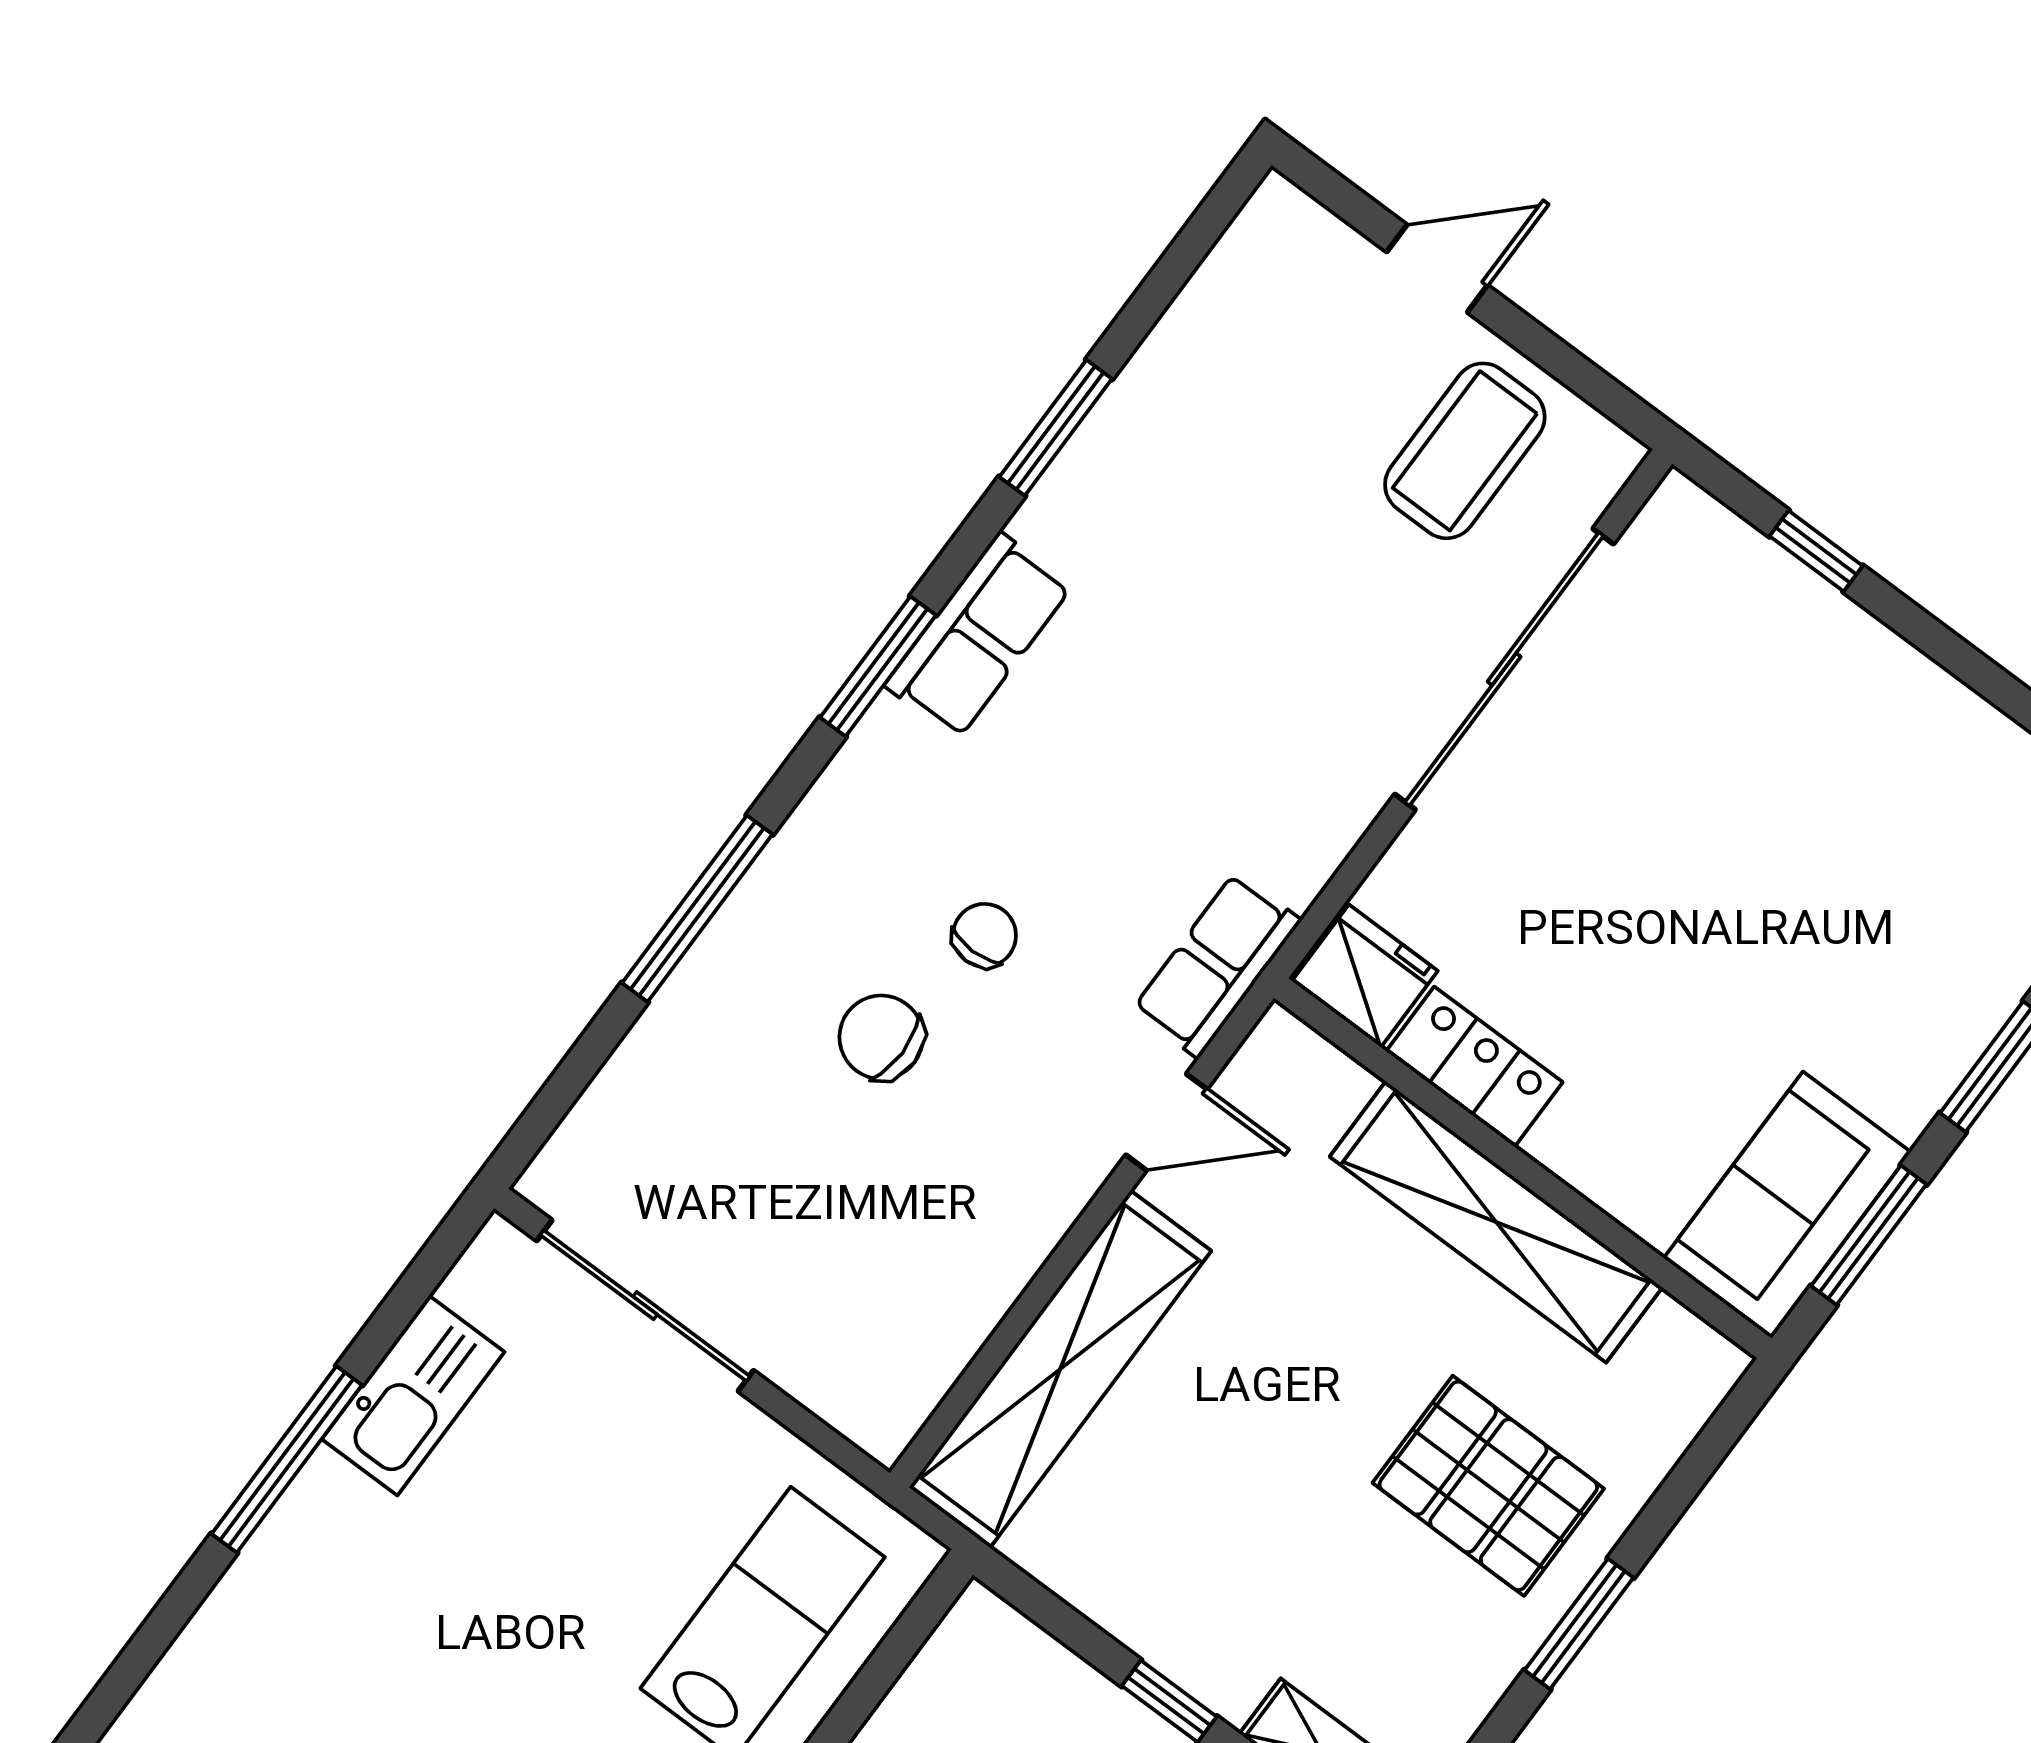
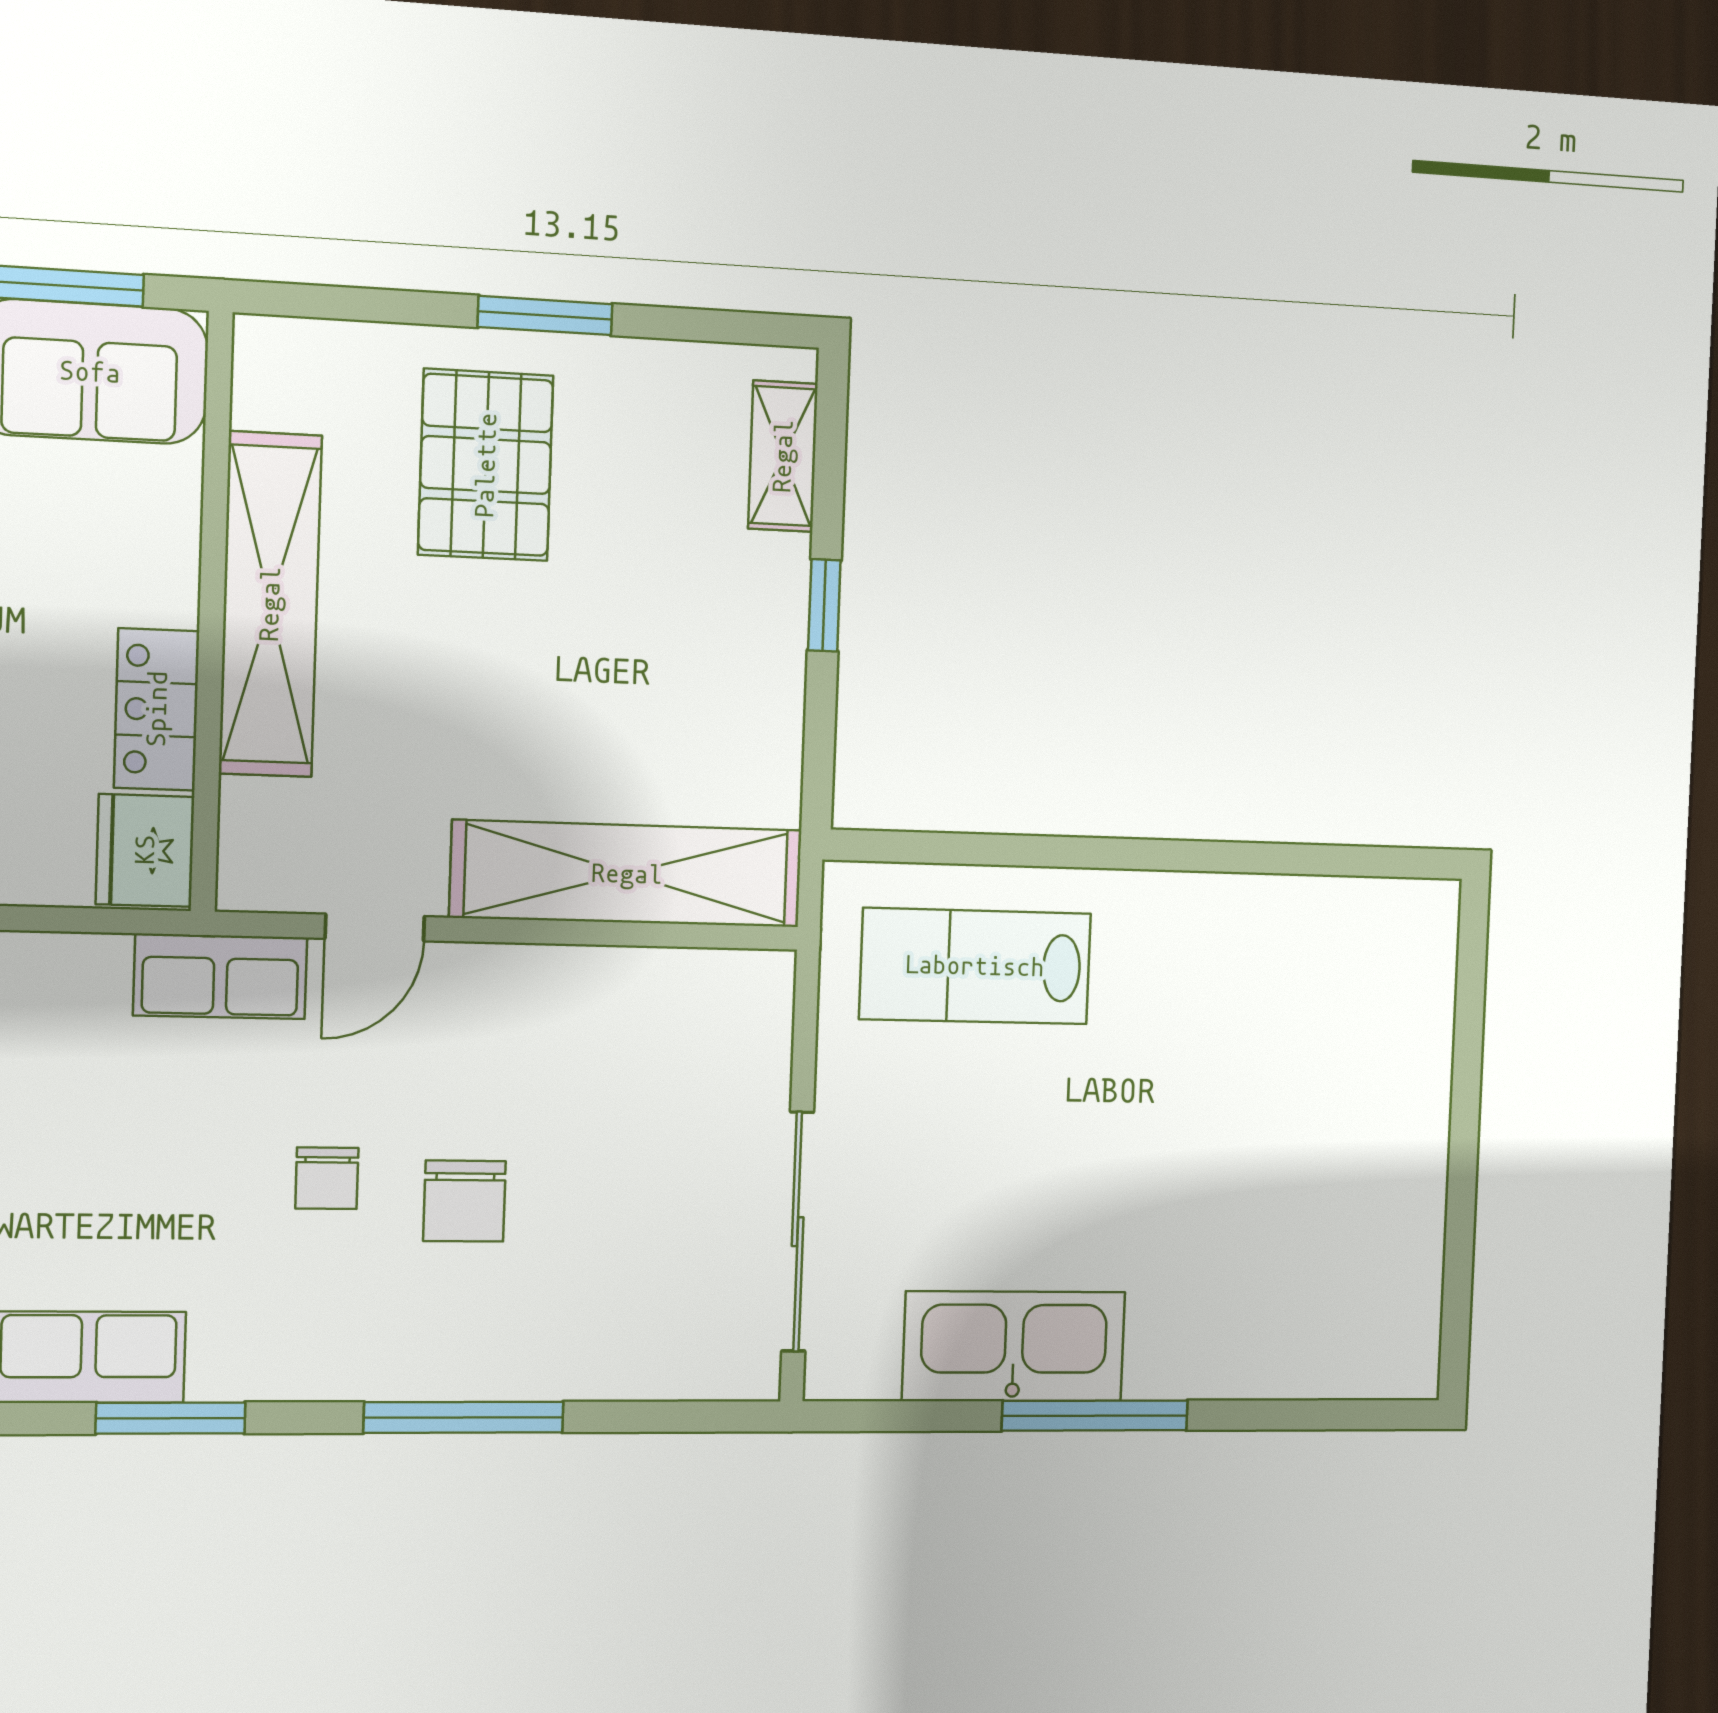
chair: (985, 935) -> (327, 1178), turned -90
door: (1166, 1122) -> (375, 928), swing flipped
kitchen sink: (413, 1396) -> (1014, 1346), width x1.36, depth x1.24

